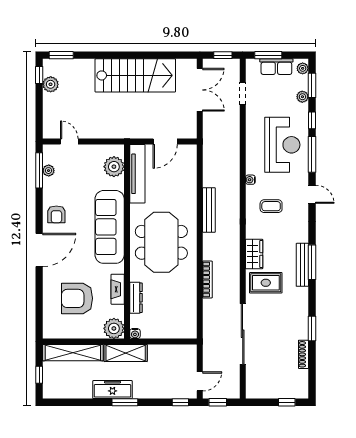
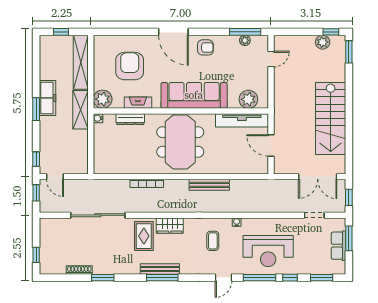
plant: (303, 68) -> (337, 269), removed
plant: (302, 97) -> (311, 269), removed
armchair: (56, 214) -> (205, 47), turned 180
meeting table: (161, 242) -> (180, 142), turned 90

